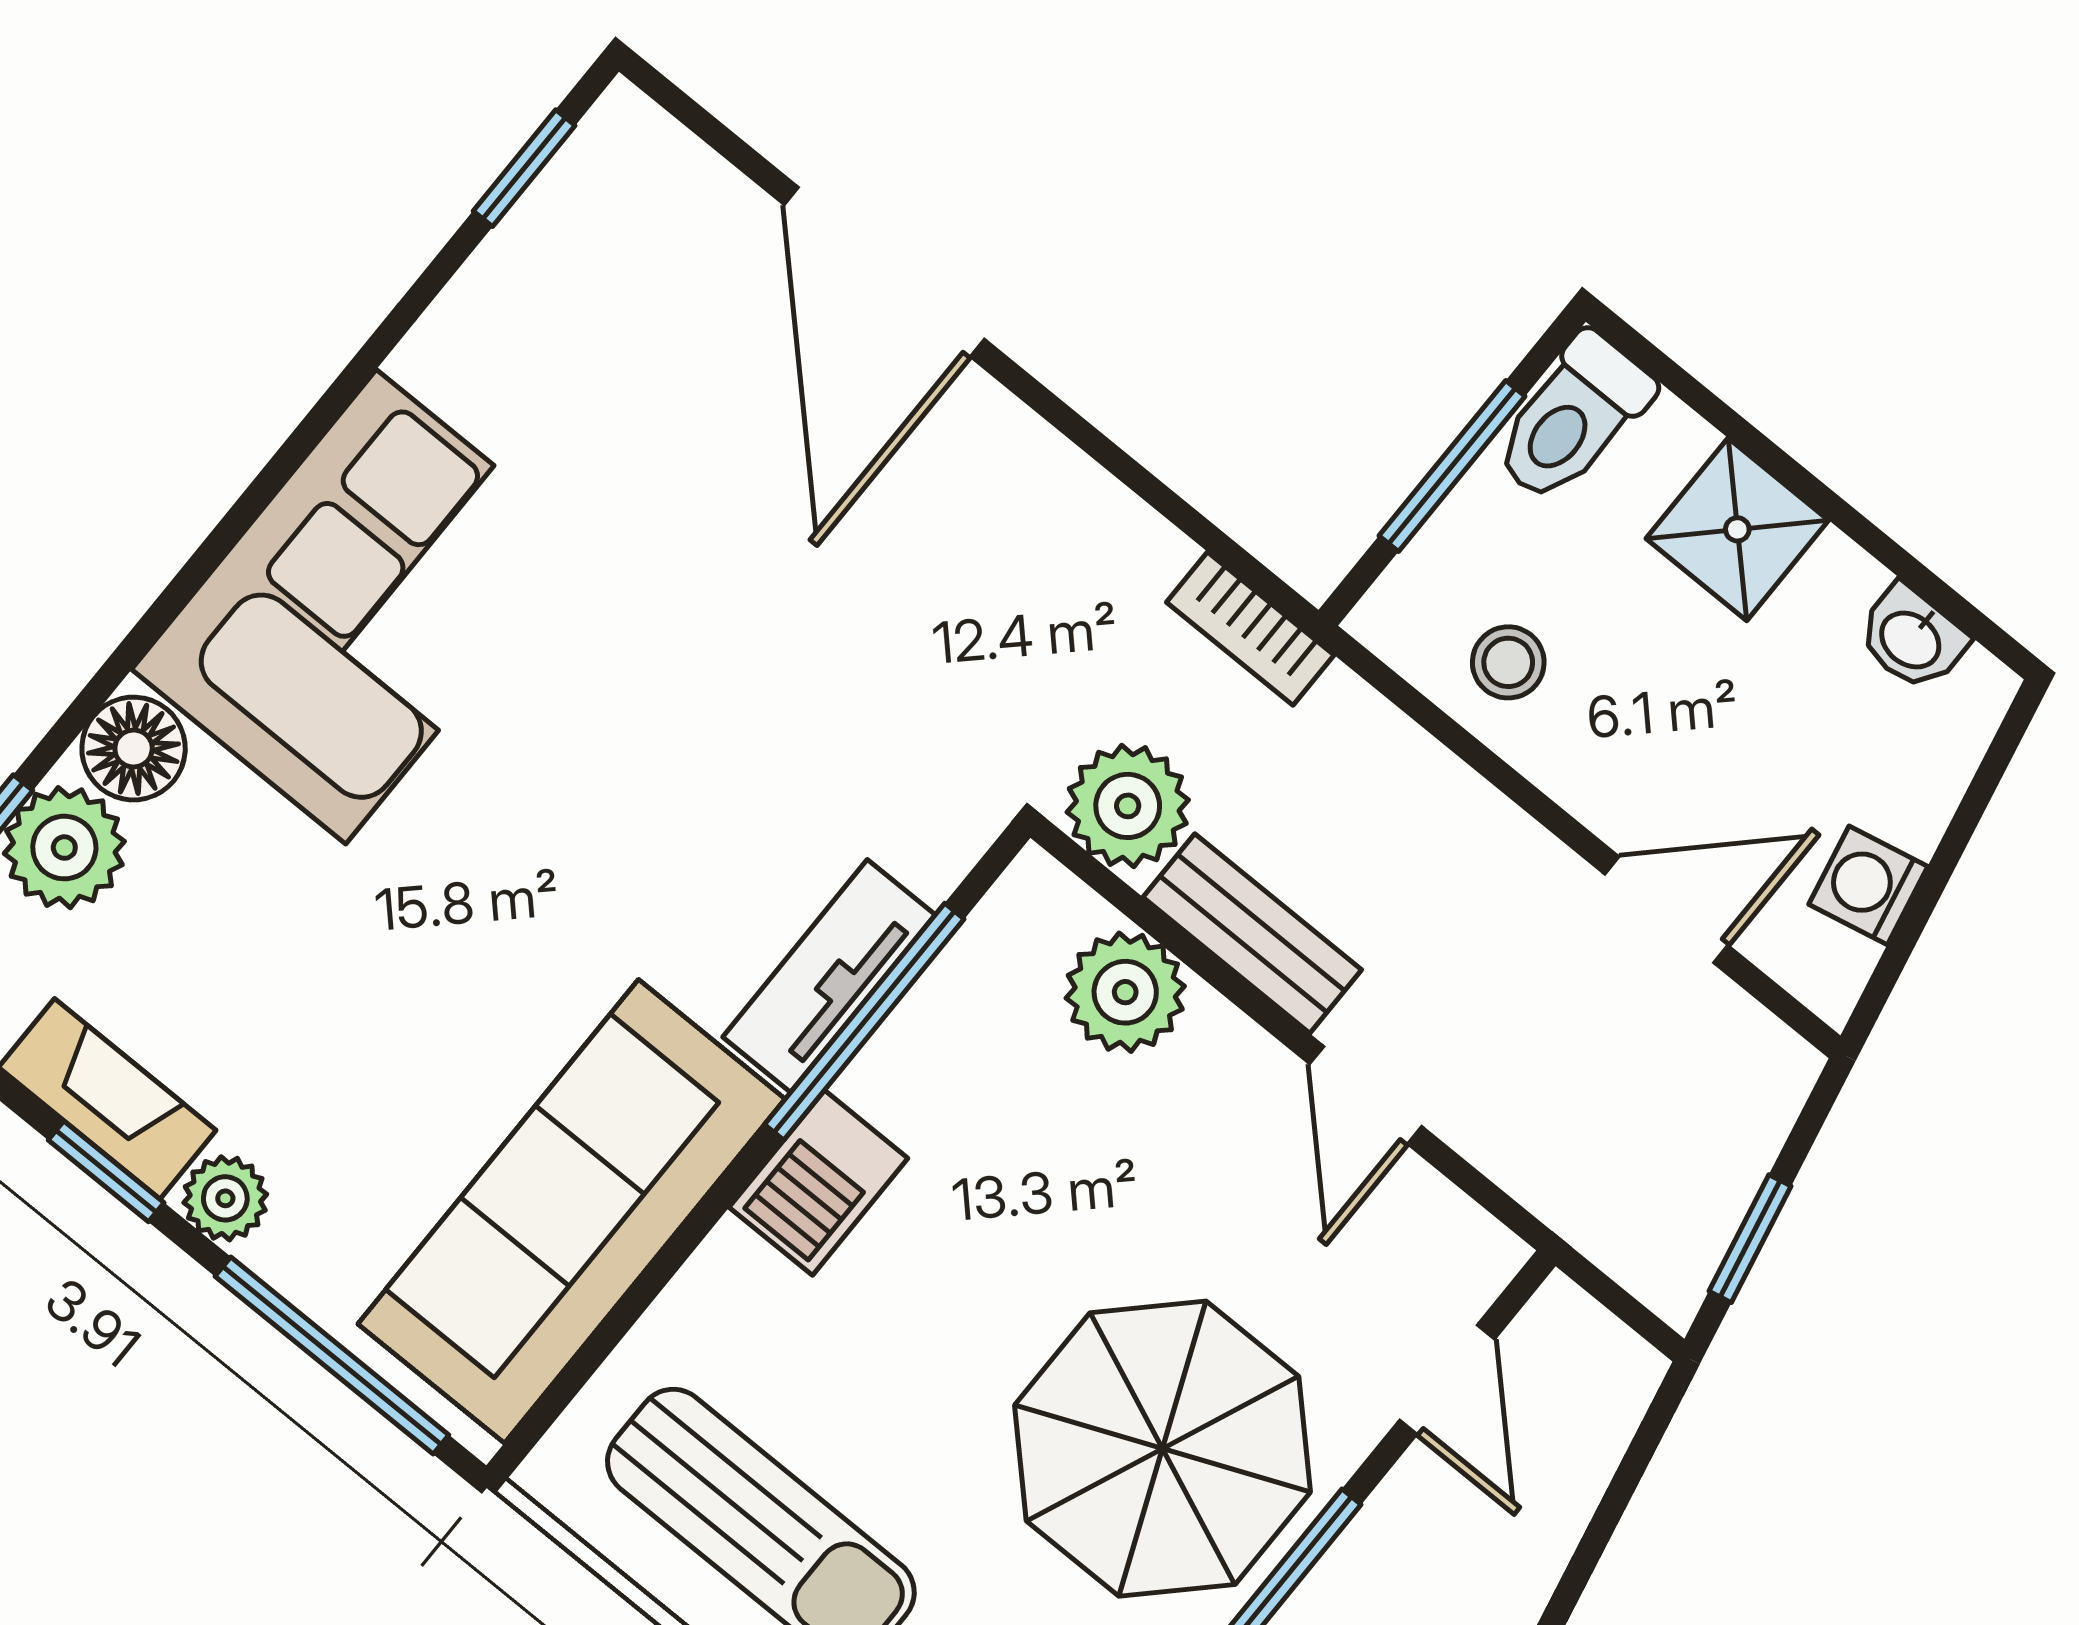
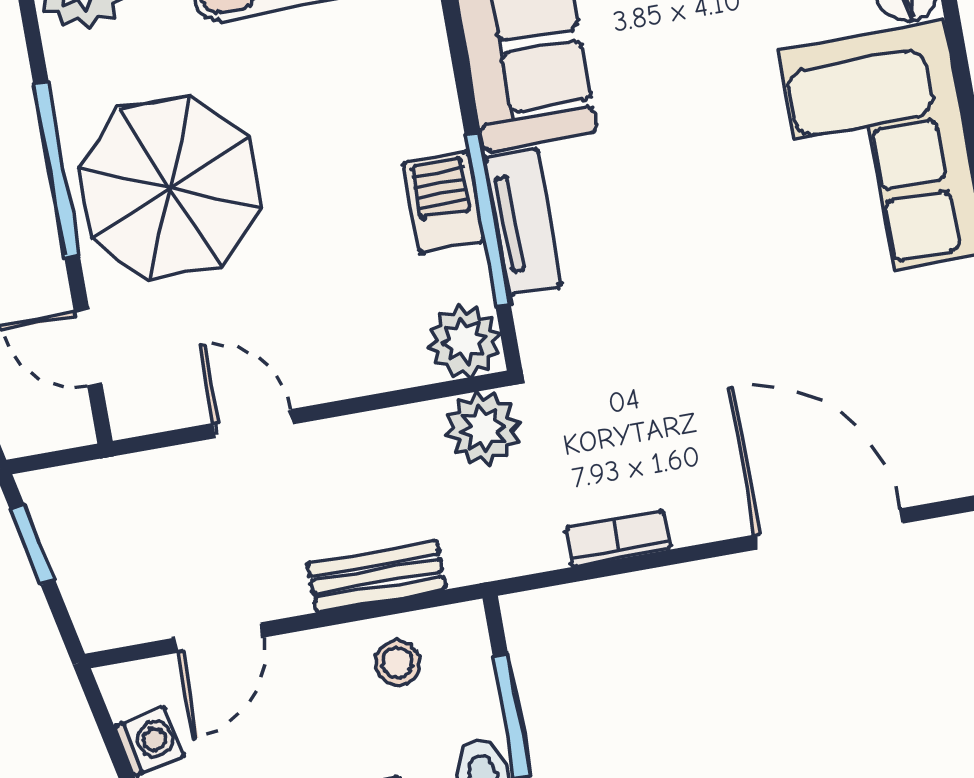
bookcase: (1250, 629) -> (618, 538), moved
bench: (1252, 933) -> (377, 576), moved
plant: (1125, 992) -> (464, 341), moved
barbecue: (818, 1183) -> (443, 202), moved

